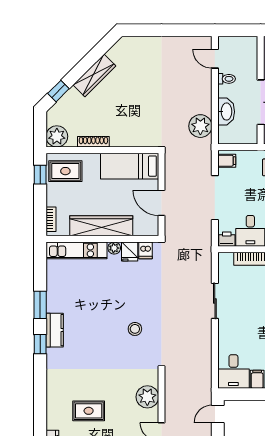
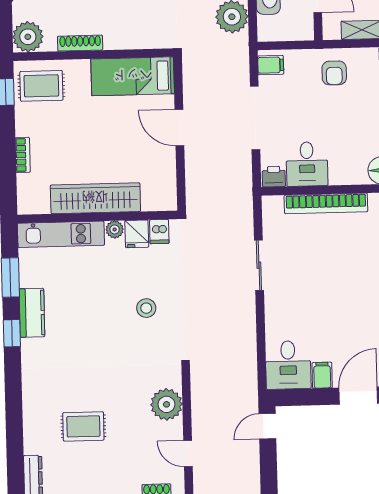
wardrobe: (101, 226) -> (95, 198), moved
wall: (102, 239) -> (97, 217), moved
plant: (114, 248) -> (115, 229), moved
kitchen unit: (76, 250) -> (61, 234), moved
dishwasher: (145, 250) -> (159, 232), moved
fridge: (130, 251) -> (137, 234), moved

